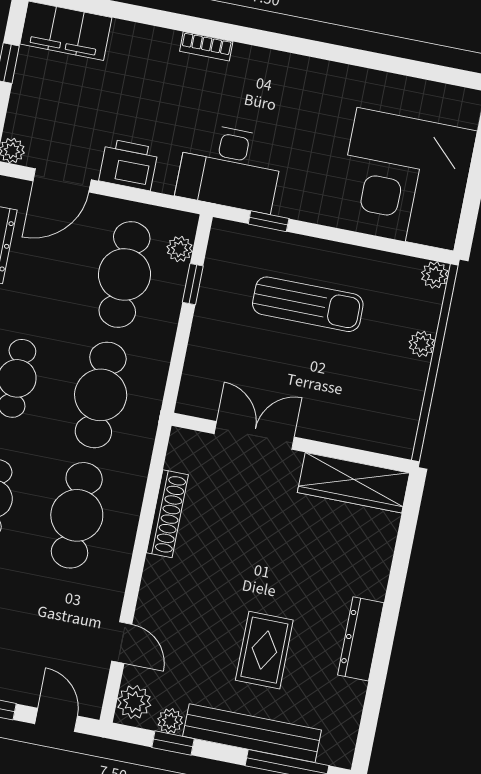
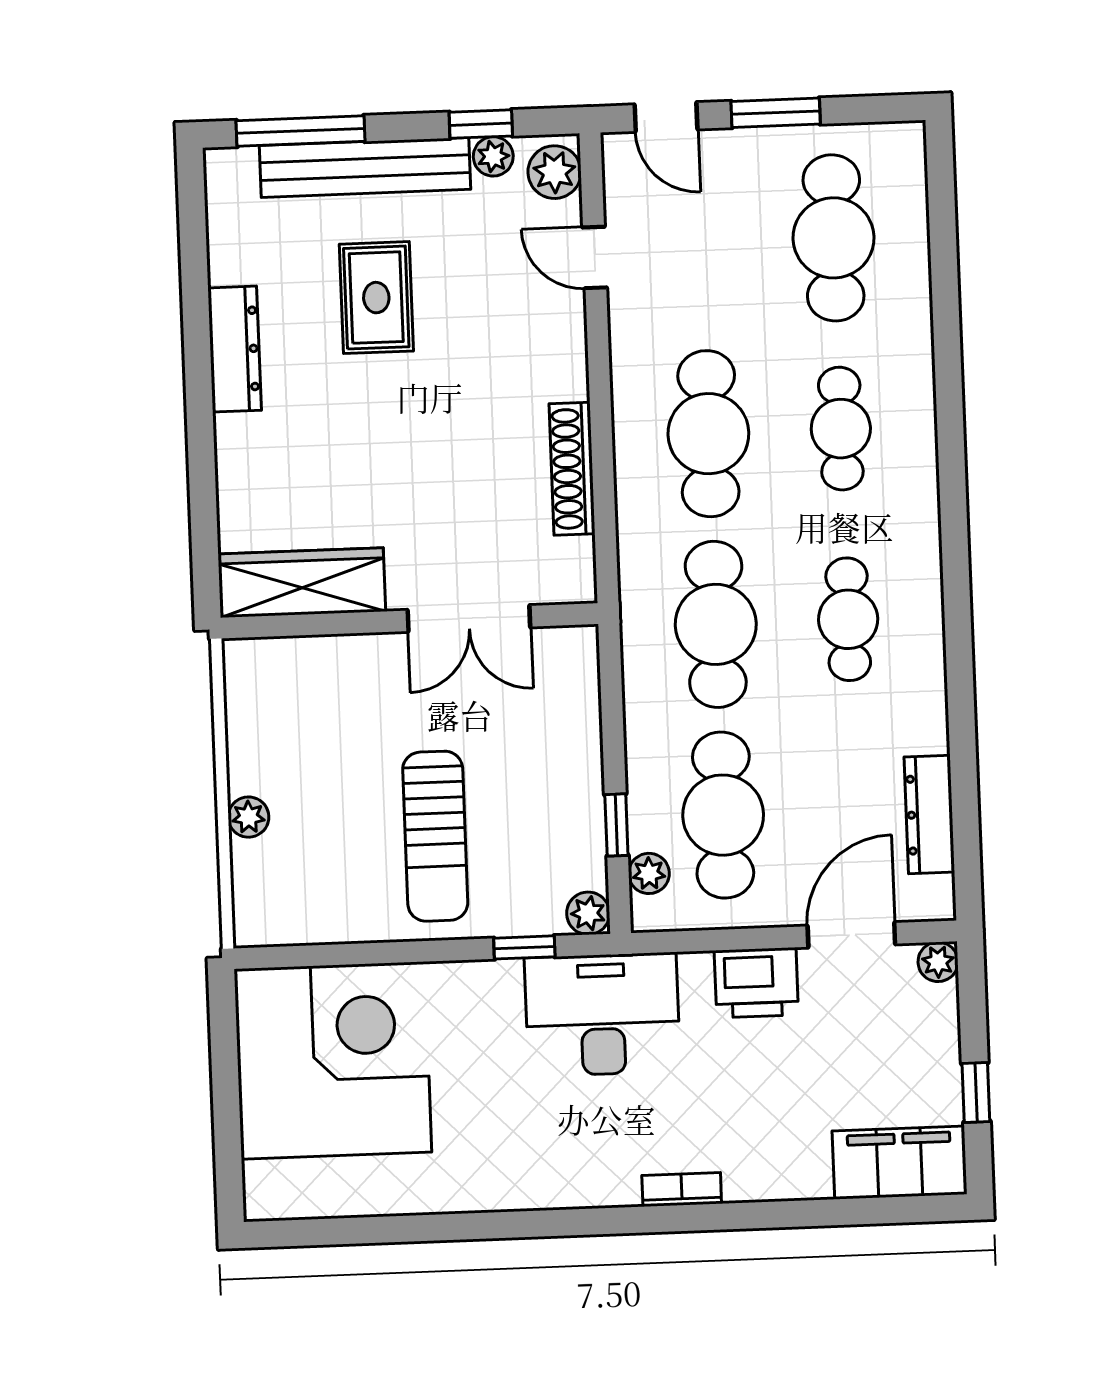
plant: (435, 275) -> (588, 913), moved
sun lounger: (308, 304) -> (435, 836), turned -90

